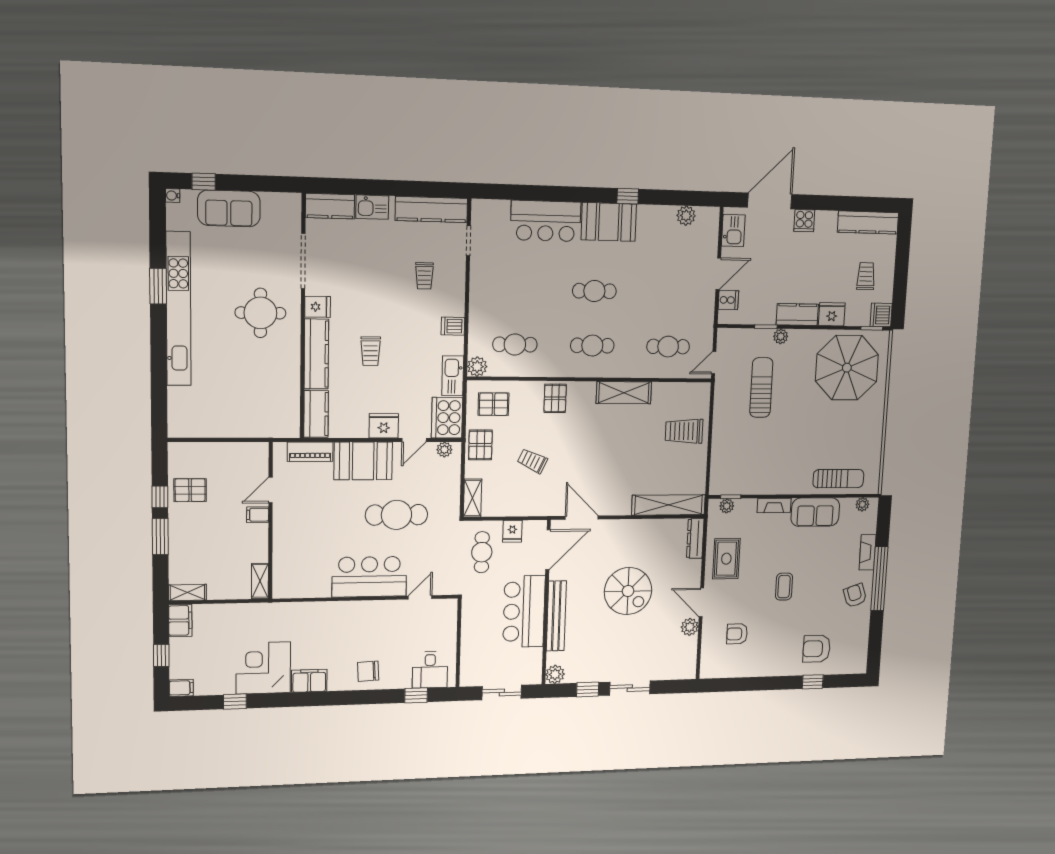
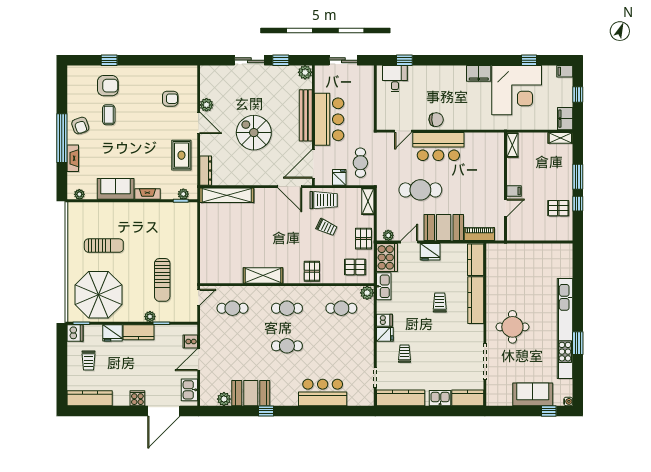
booth: (609, 222) -> (251, 393), moved
fridge: (318, 307) -> (385, 334), moved, turned 180
trolley: (684, 431) -> (324, 200), moved
sun lounger: (838, 479) -> (104, 246), moved, turned 180
coffee table: (784, 587) -> (109, 115), moved
corner desk: (263, 668) -> (517, 90), width x1.36, depth x1.36
chair: (368, 671) -> (436, 120), moved

